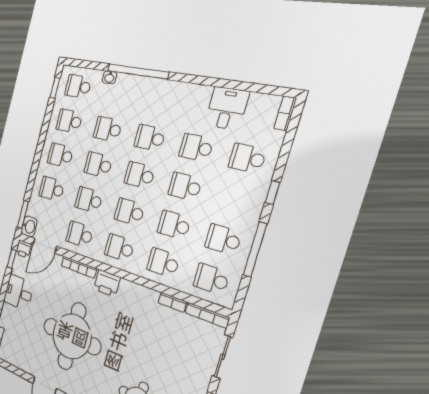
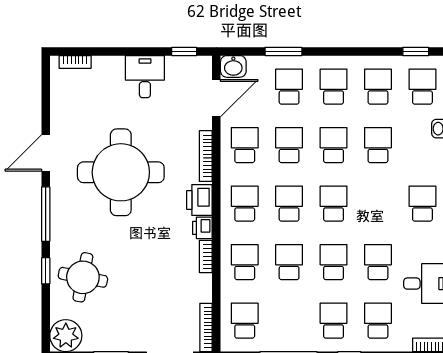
school desk: (150, 138) -> (422, 204), moved
window: (23, 214) -> (283, 51), moved
school desk: (223, 239) -> (334, 321), moved
door: (45, 246) -> (216, 98), swing flipped
printer: (23, 249) -> (202, 228), moved
bookcase: (172, 302) -> (206, 256), moved

